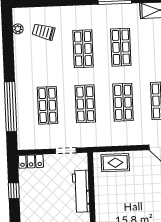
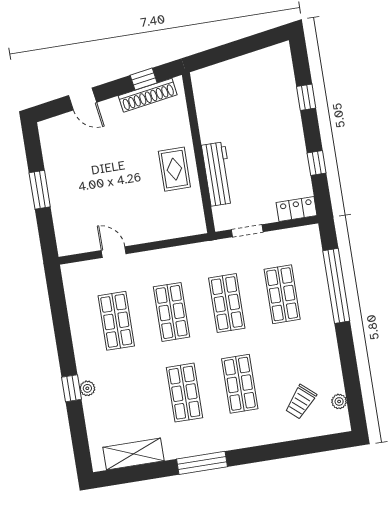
trolley: (44, 32) -> (301, 402), turned 114
rug: (115, 163) -> (174, 169), moved, turned 90

